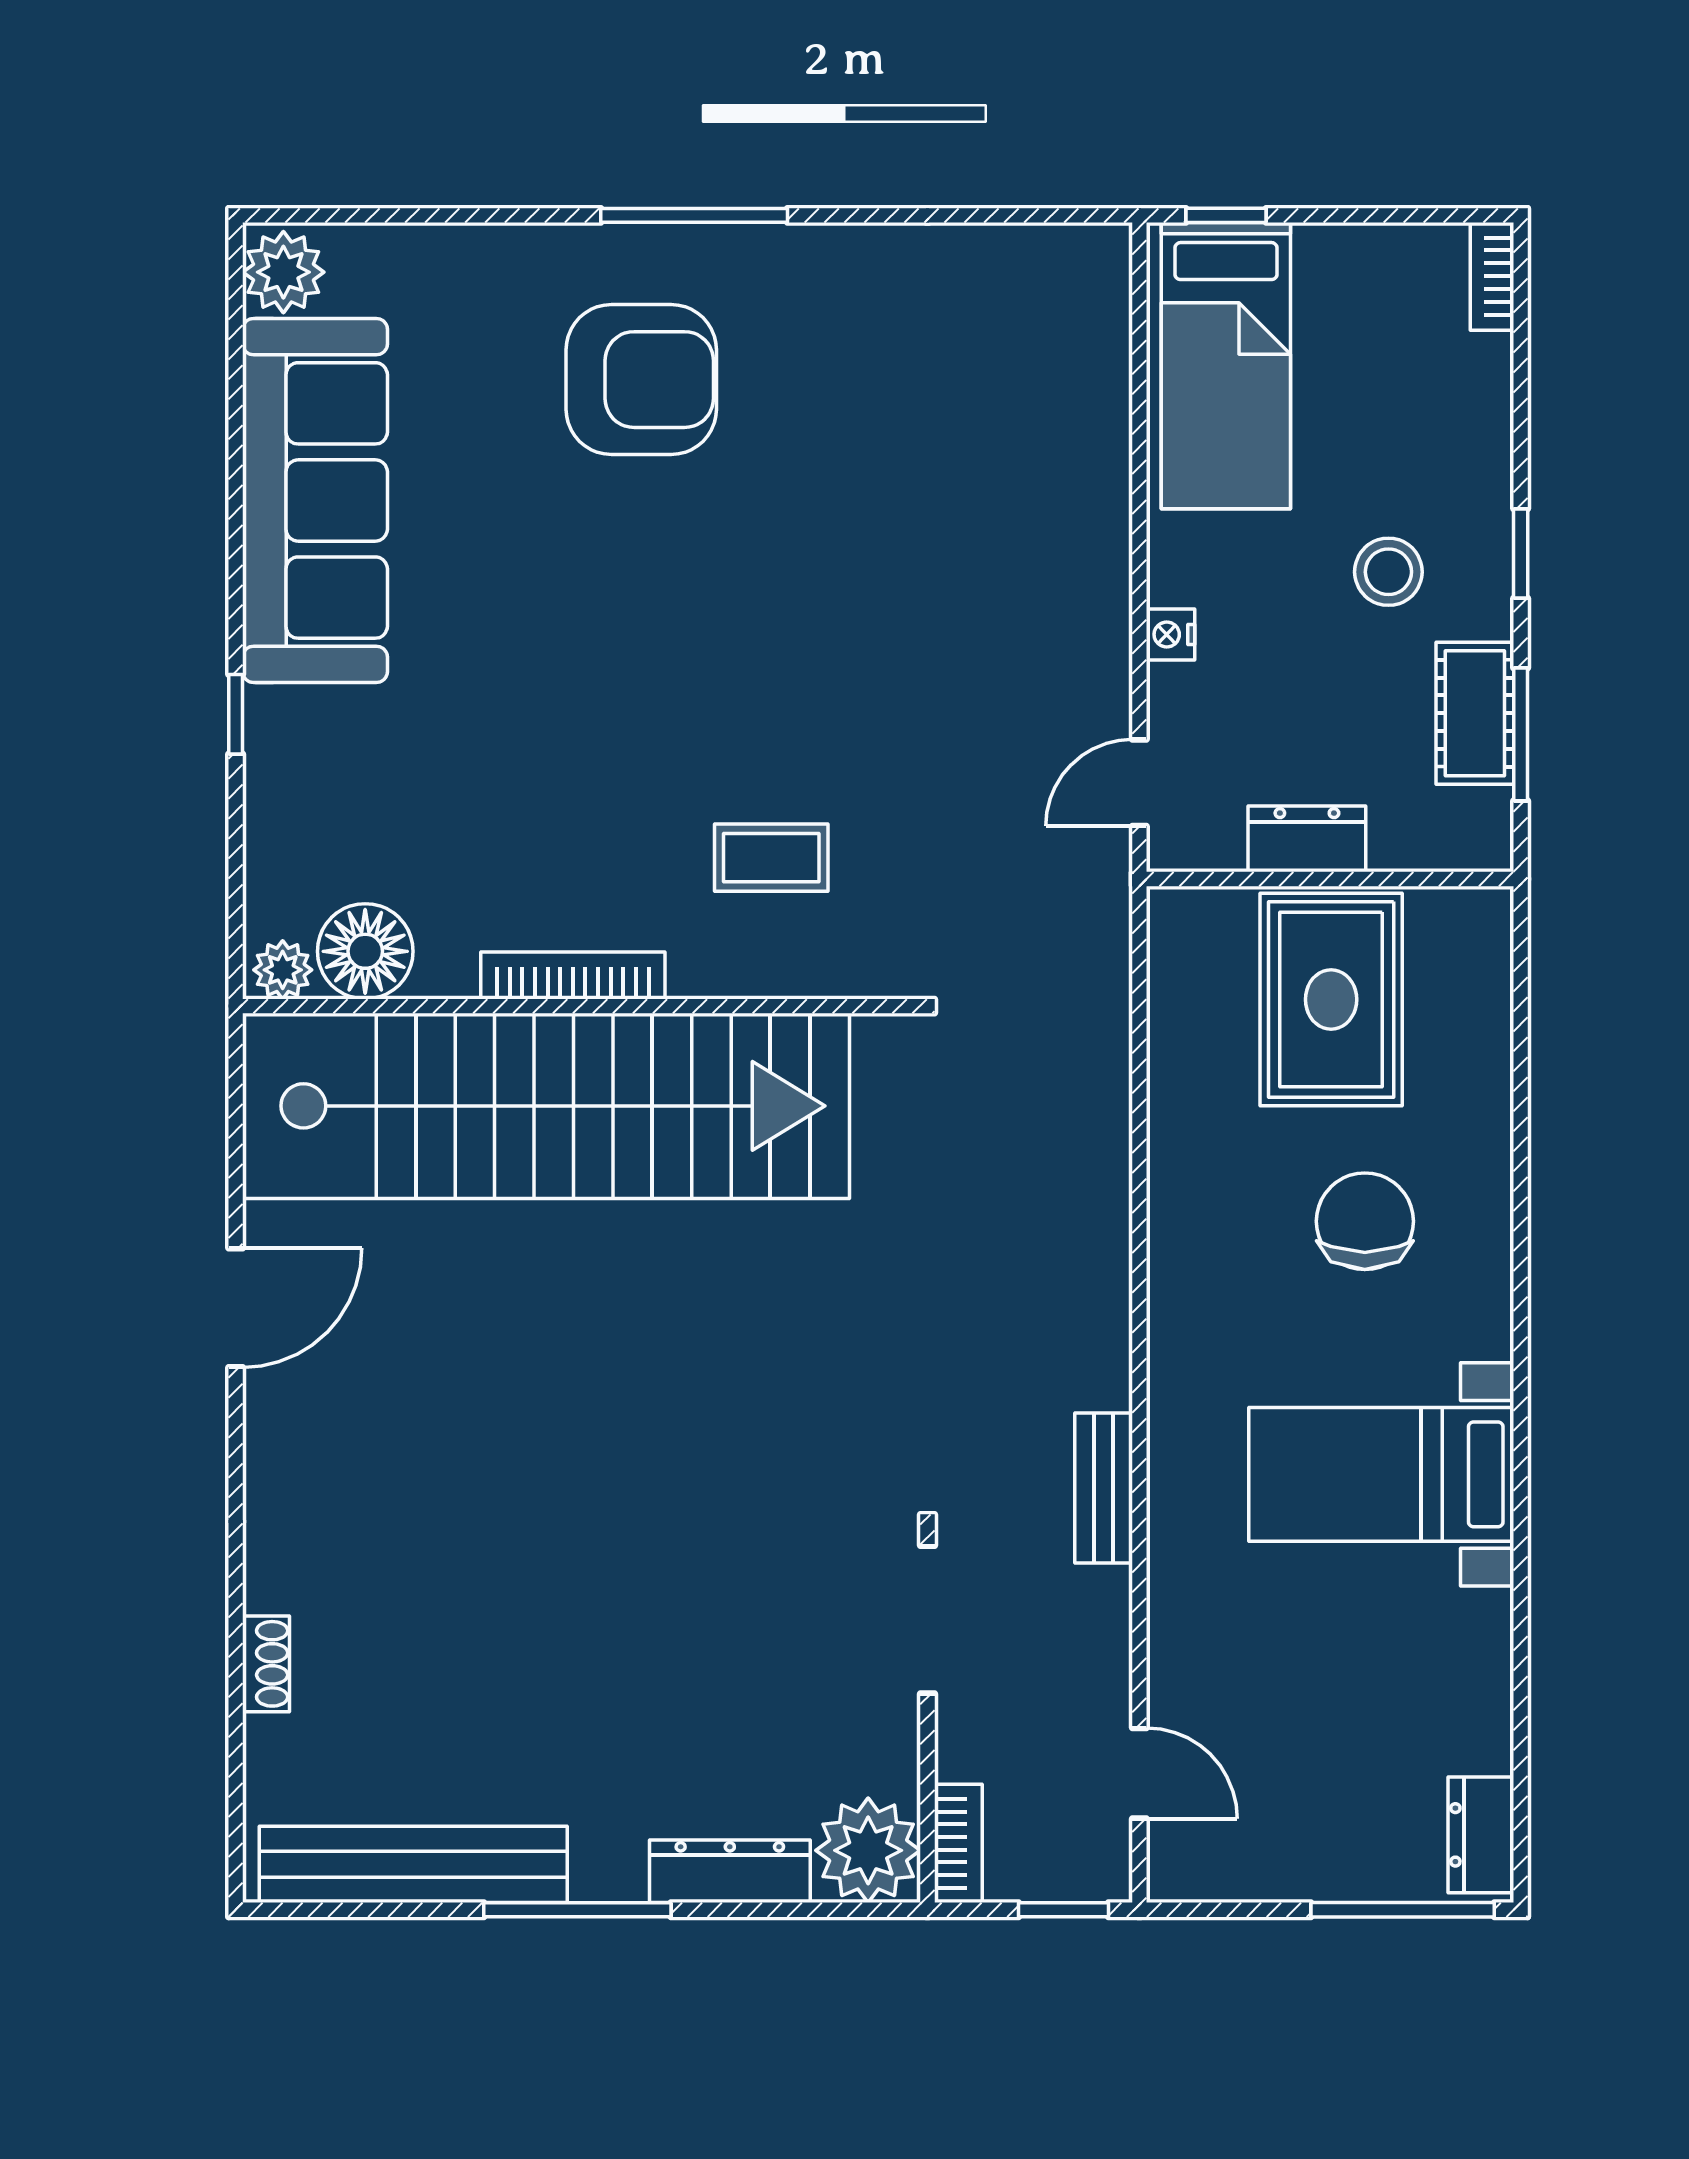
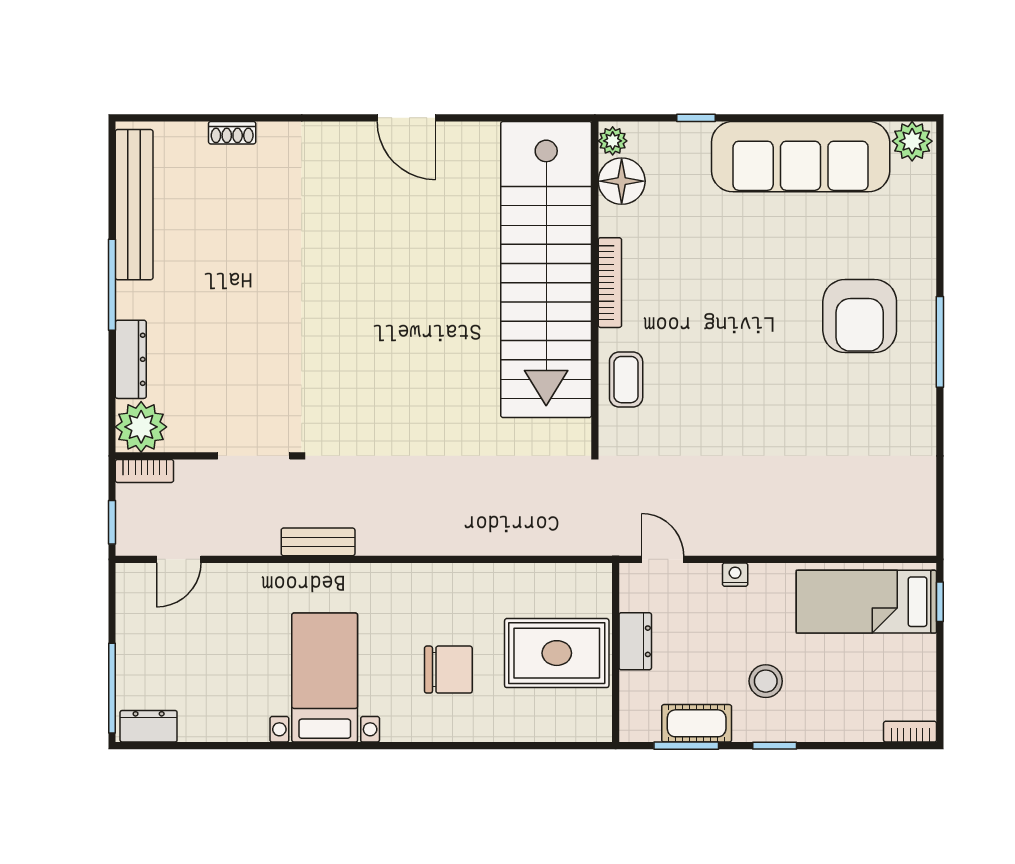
floor lamp: (365, 951) -> (622, 181), moved
plant: (283, 970) -> (613, 141), moved
bookcase: (573, 975) -> (610, 283), moved
wall: (582, 1006) -> (595, 287), moved
stairs: (546, 1106) -> (546, 269), moved

